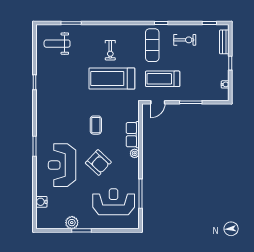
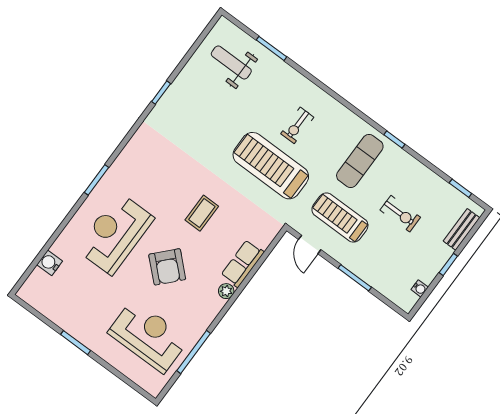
exercise bike: (185, 40) -> (400, 214), moved
door: (158, 102) -> (310, 244), hinge flipped
plant: (72, 223) -> (70, 322), removed

